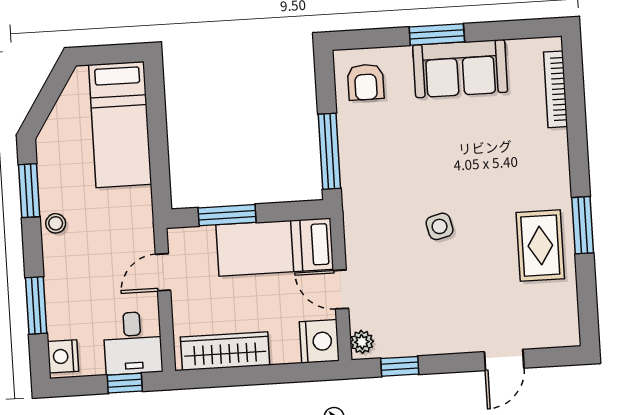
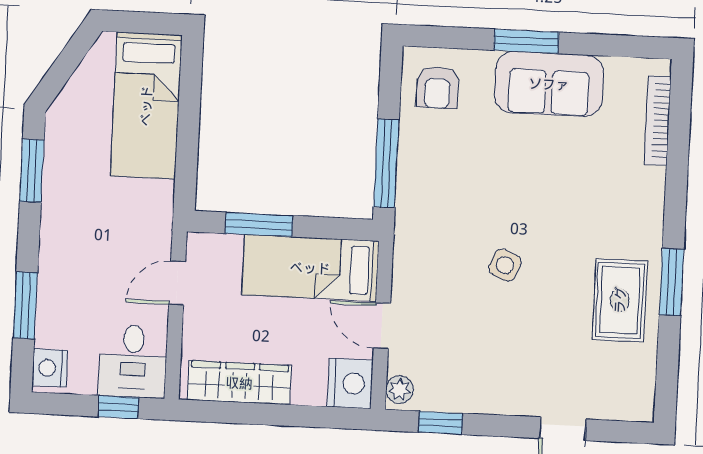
stool: (56, 223) -> (58, 212), removed
side table: (440, 226) -> (505, 265), turned 37

